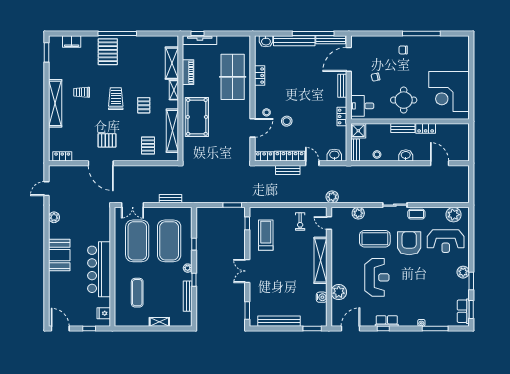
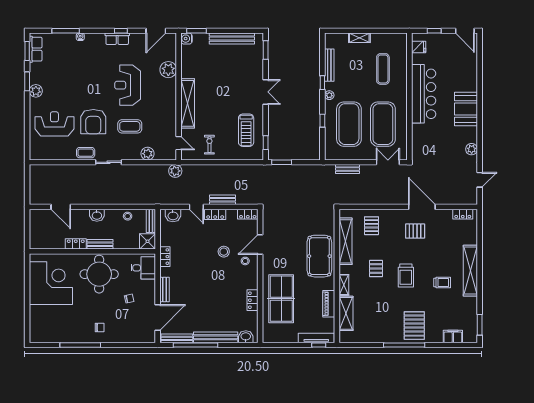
round table: (404, 100) -> (99, 274), width x1.36, depth x1.36
locker: (290, 156) -> (215, 214), width x0.66
plant: (454, 215) -> (46, 152), removed
coffee table: (375, 239) -> (130, 126), width x0.73, depth x0.76
water cooler: (322, 297) -> (187, 39), moved

